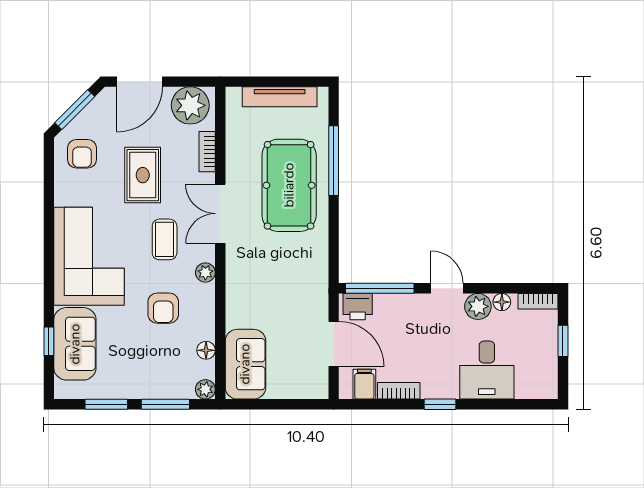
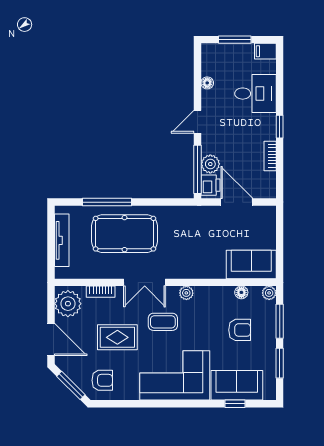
bookcase: (538, 301) -> (207, 57), removed
plant: (478, 306) -> (210, 164), moved
armchair: (163, 308) -> (240, 330), moved
window: (563, 341) -> (235, 40), width x1.50
door: (334, 344) -> (237, 202), hinge flipped
filing cabinet: (364, 384) -> (265, 51), moved

